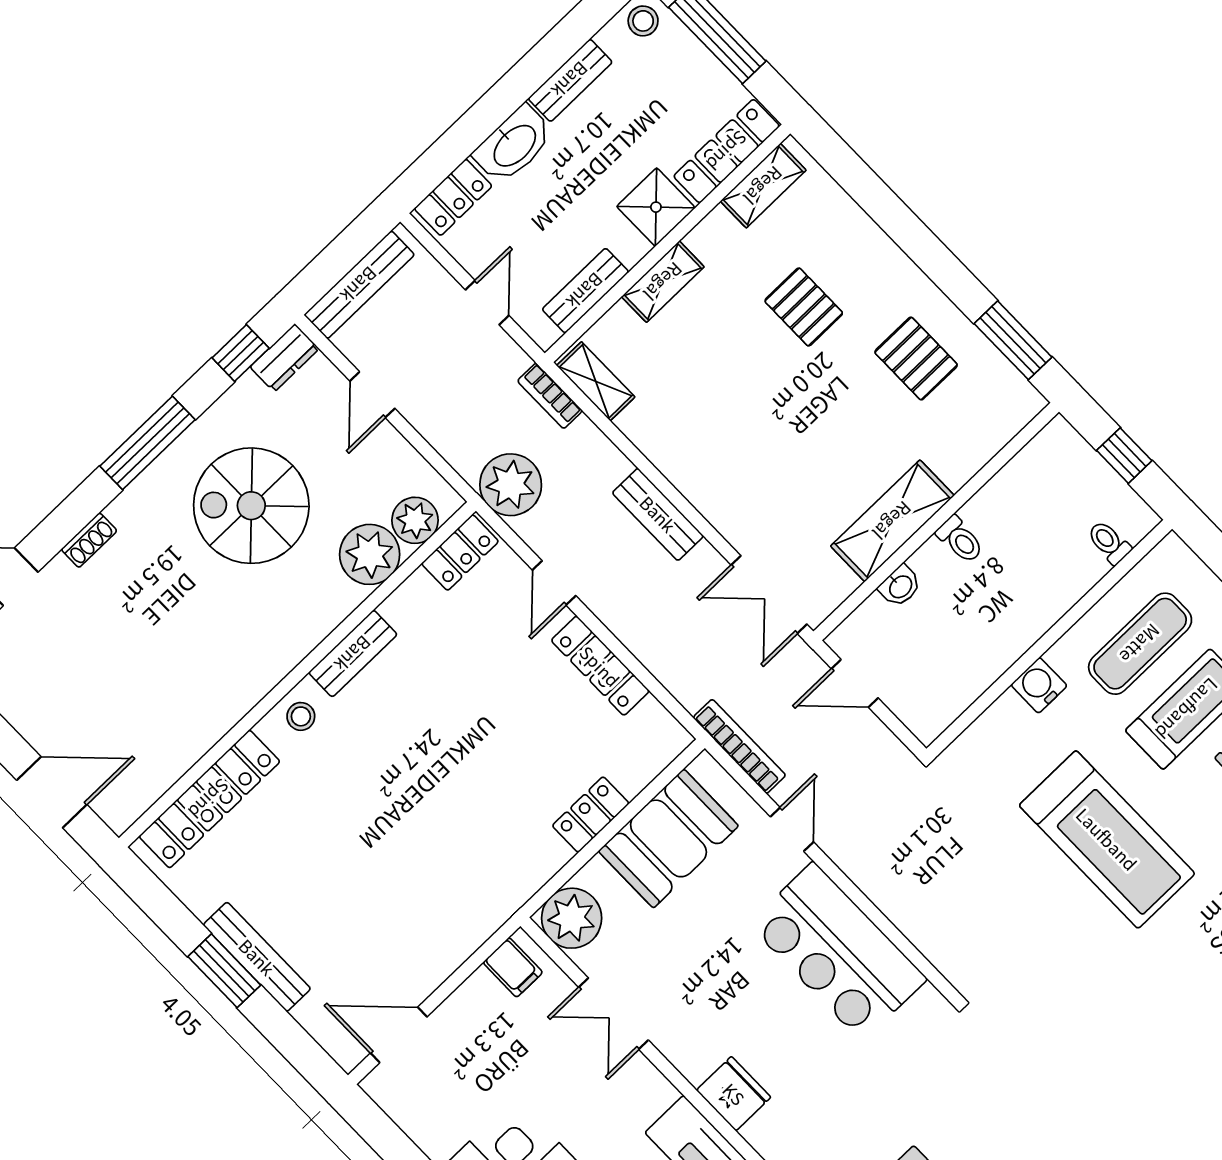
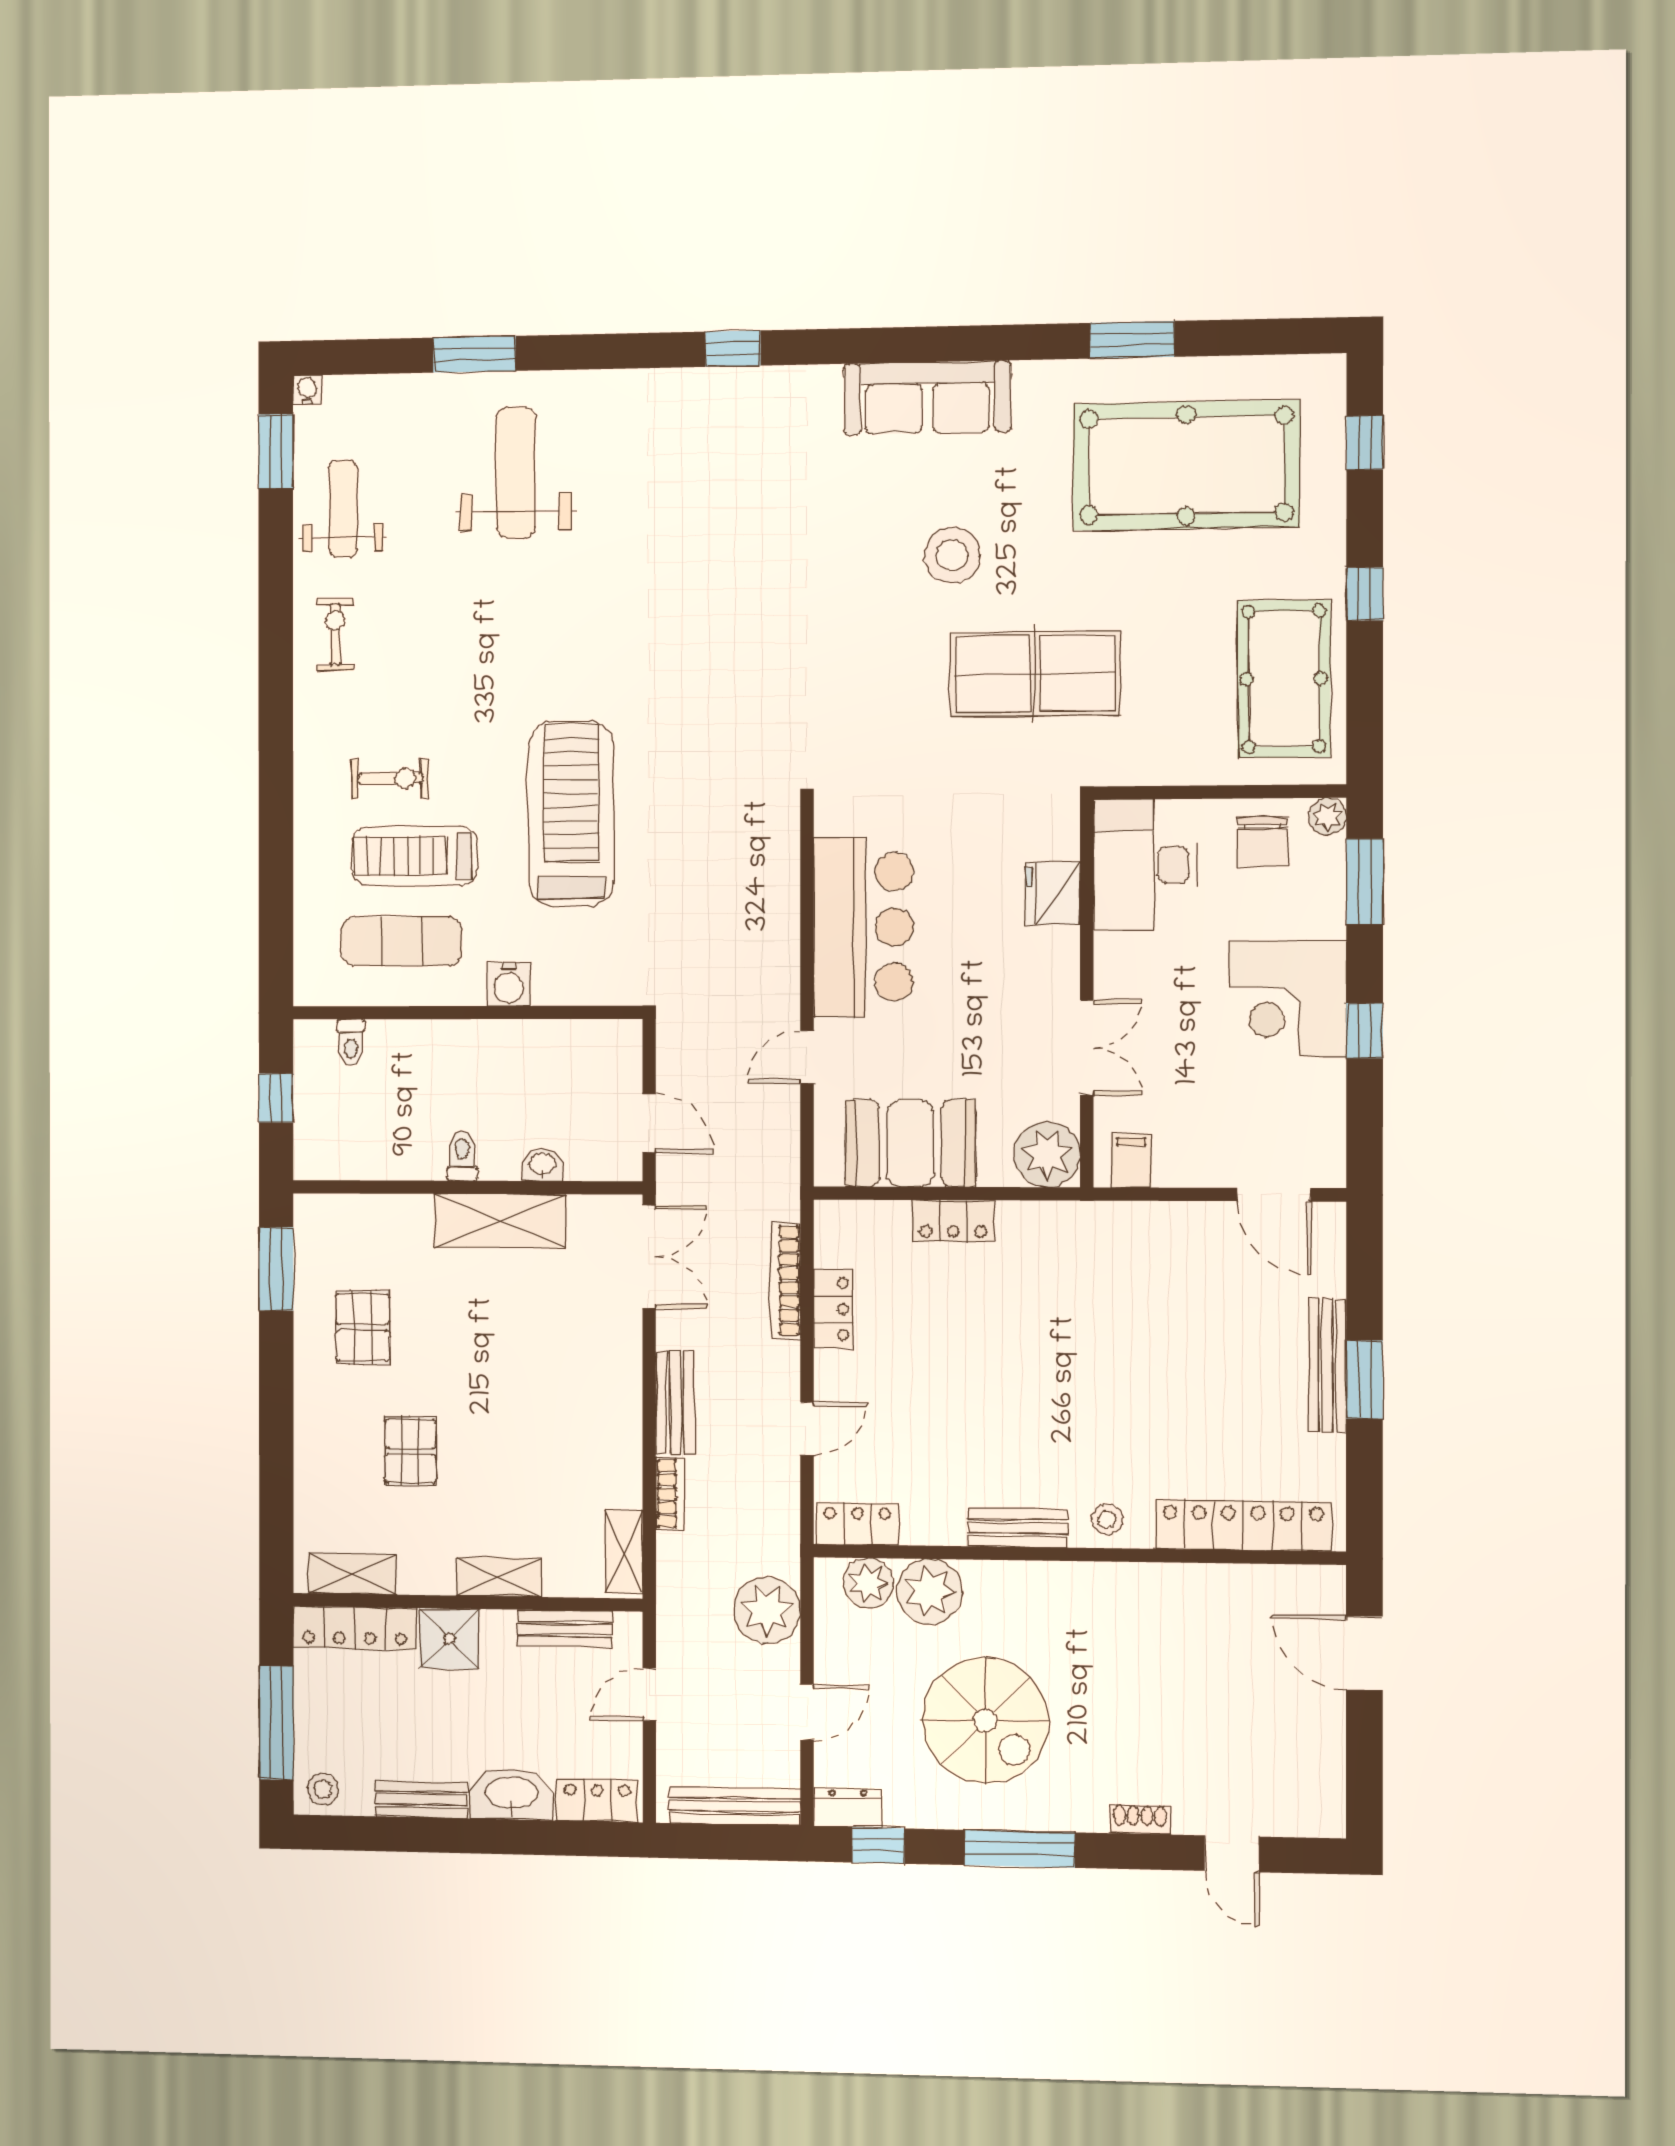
bookcase: (550, 396) -> (670, 1494), moved
plant: (511, 485) -> (767, 1610), moved
locker: (600, 666) -> (833, 1309), width x0.66
bookcase: (739, 746) -> (786, 1281), moved

